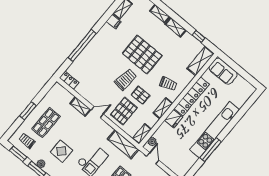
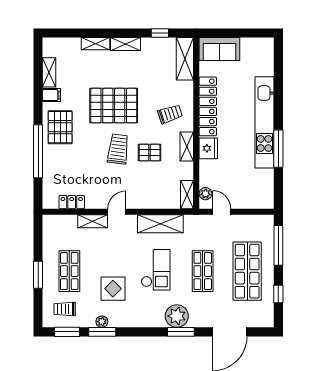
locker: (69, 80) -> (72, 202), moved
pallet: (124, 111) -> (60, 127), moved
shelving: (123, 144) -> (160, 224), moved

